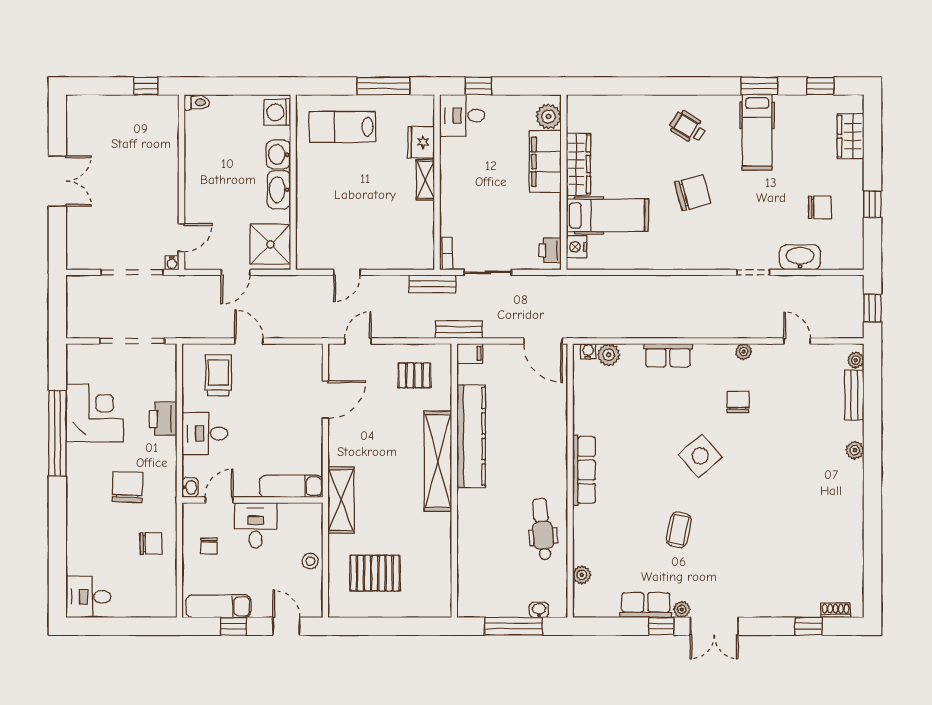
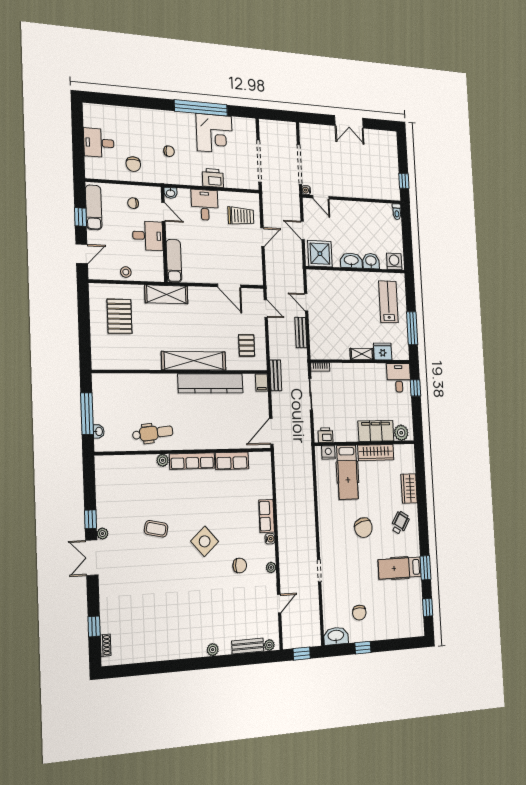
wardrobe: (851, 136) -> (409, 488), moved, turned -90
washbasin: (800, 257) -> (336, 636), moved, turned -90
bench: (433, 284) -> (301, 333), moved
water cooler: (588, 351) -> (270, 539), moved
plant: (609, 355) -> (265, 476), removed
chair: (128, 487) -> (169, 151), width x0.54, depth x0.54
plant: (582, 575) -> (163, 460), moved
desk: (88, 597) -> (99, 143), moved, turned -90
row of seats: (646, 605) -> (232, 461), moved, turned 90

